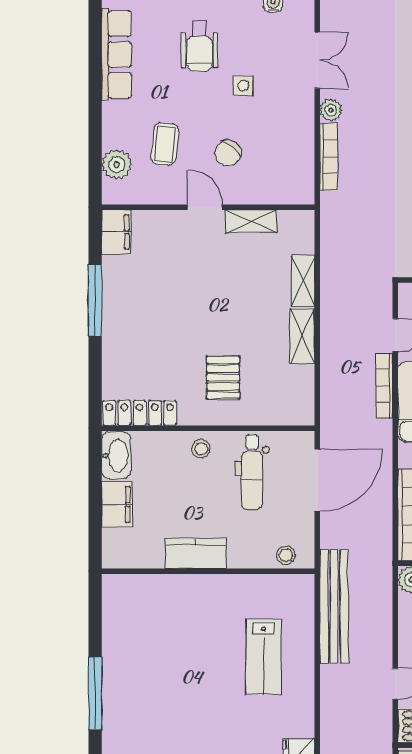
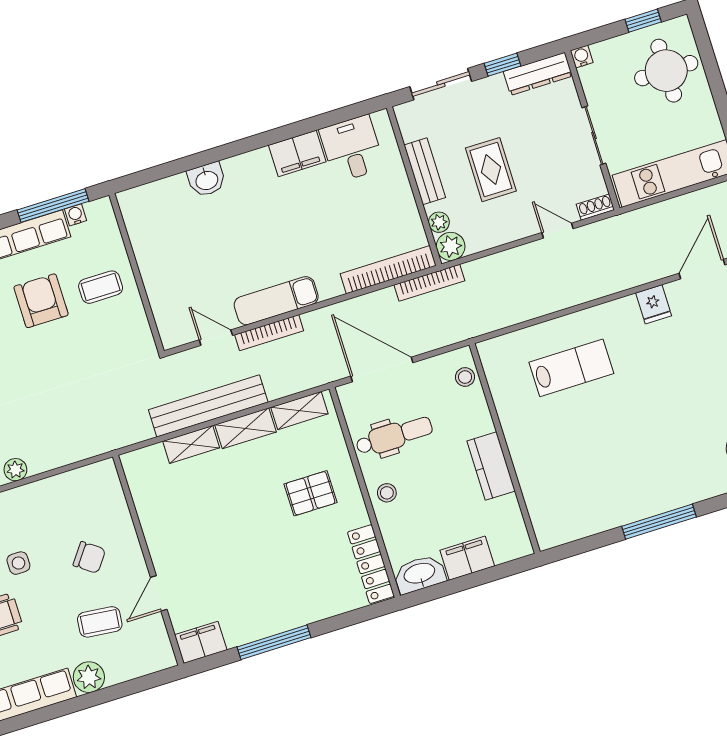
bookcase: (328, 157) -> (429, 283), moved, turned 180
plant: (117, 164) -> (89, 677), moved
door: (205, 207) -> (159, 593), moved
shelving: (251, 221) -> (299, 411), moved, turned 90
bench: (334, 606) -> (208, 406), moved

